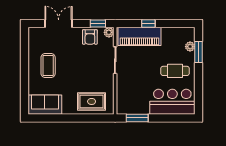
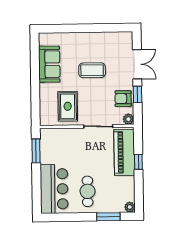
window: (98, 24) -> (137, 94), moved
plant: (190, 47) -> (130, 207), moved
coffee table: (48, 65) -> (92, 70), moved
rug: (92, 101) -> (68, 106), moved
sofa: (45, 105) -> (49, 64), moved

